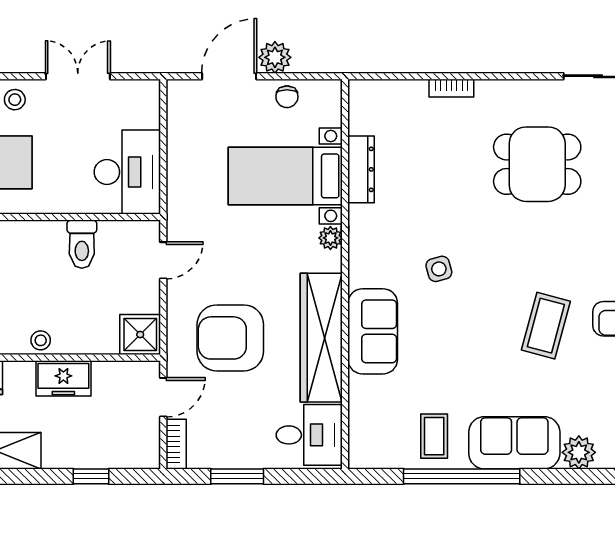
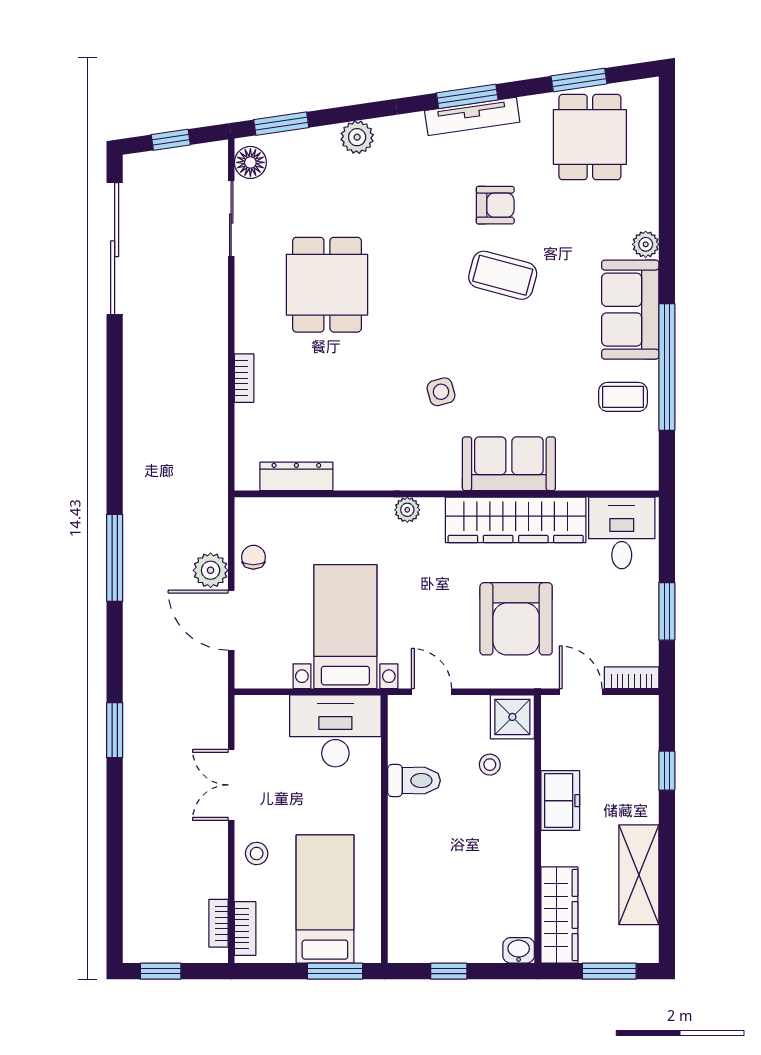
chair: (287, 97) -> (253, 557), turned -90
dresser: (361, 169) -> (296, 476), moved
bed with nightstands: (285, 176) -> (345, 627), moved, turned 180
stool: (41, 340) -> (490, 765), moved
plant: (579, 452) -> (646, 244), width x0.73, depth x0.73

